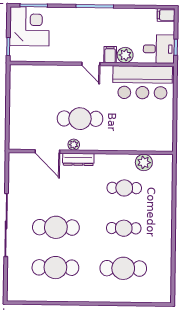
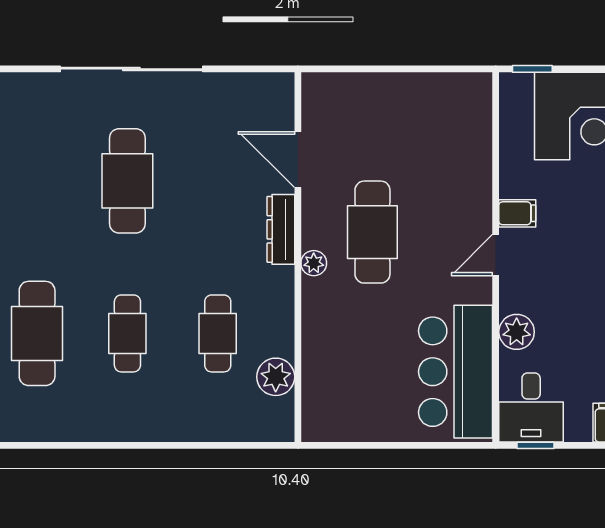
filing cabinet: (110, 55) -> (517, 213), moved
plant: (74, 145) -> (314, 263), moved
door: (47, 151) -> (298, 160), hinge flipped
cafe table: (55, 268) -> (37, 181), removed

